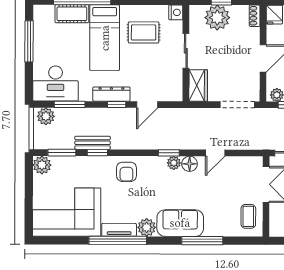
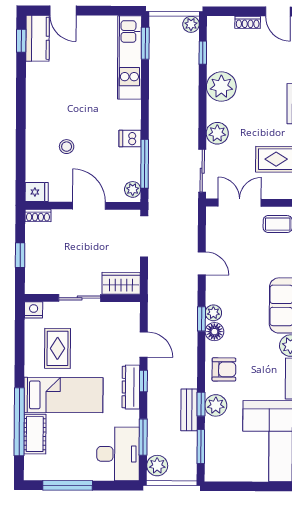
plant: (217, 18) -> (40, 260), removed
floor lamp: (190, 164) -> (214, 332), moved
plant: (42, 165) -> (216, 405), moved

